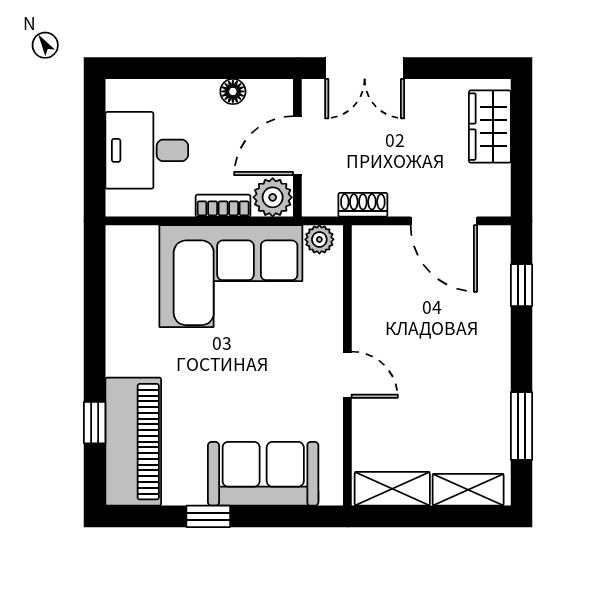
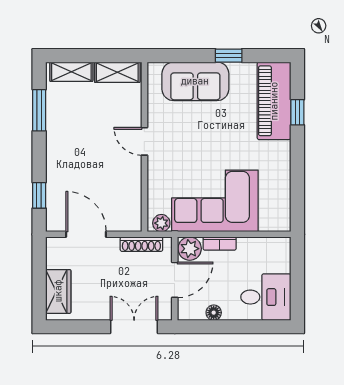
desk: (147, 150) -> (266, 297), moved
shoe rack: (363, 205) -> (141, 244), width x1.43

